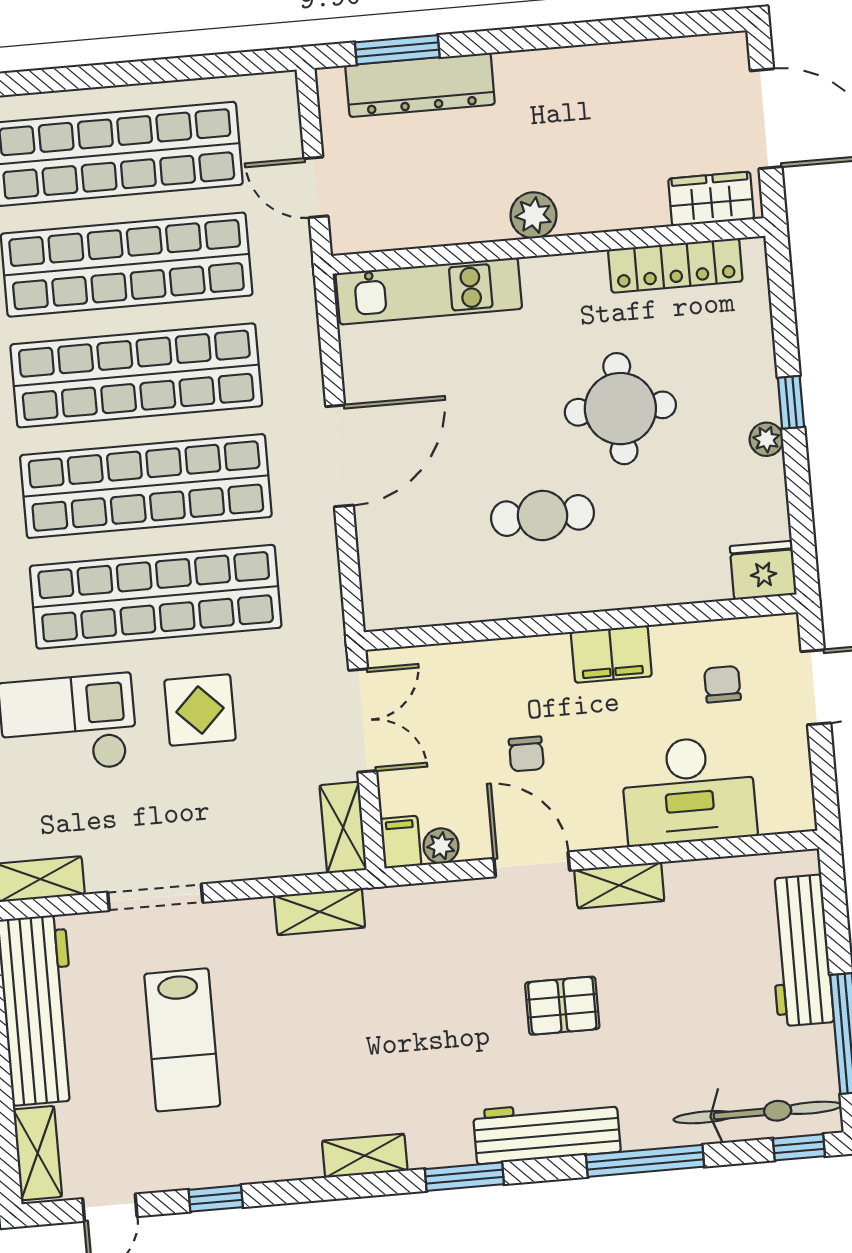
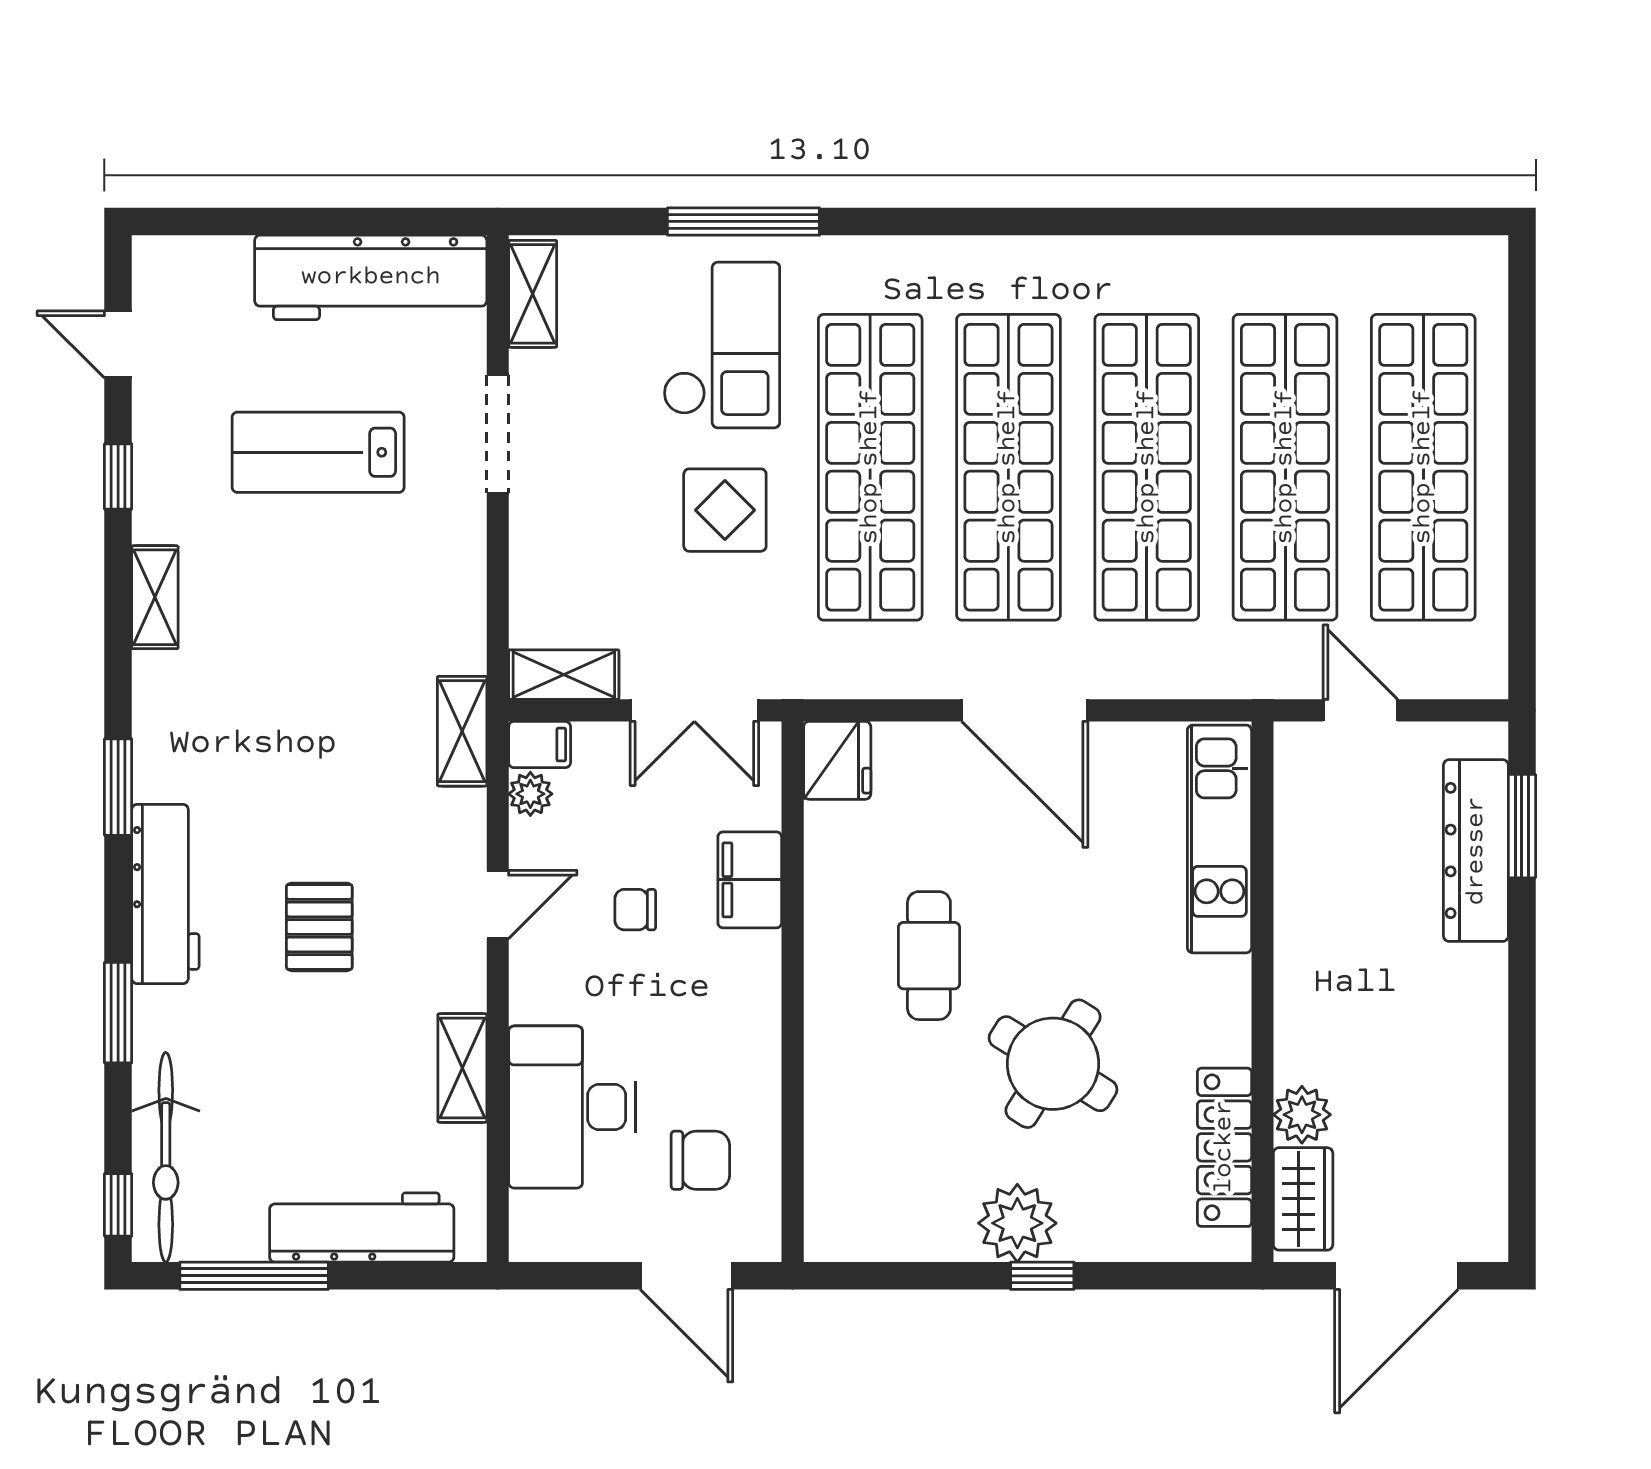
door: (316, 187) -> (1360, 710), hinge flipped
plant: (533, 215) -> (1302, 1115), moved
round table: (620, 409) -> (1053, 1064), turned 32
plant: (766, 439) -> (1017, 1223), width x1.88, depth x1.88
fridge: (763, 570) -> (837, 760), moved
filing cabinet: (611, 654) -> (750, 880), moved
chair: (722, 684) -> (700, 1160), width x1.37, depth x1.37
door: (532, 864) -> (498, 904), width x0.73
shelving: (619, 885) -> (462, 1068), moved
shelving: (320, 912) -> (462, 731), moved
shelving: (38, 1153) -> (193, 261), removed
shelving: (365, 1156) -> (155, 597), moved
window: (645, 1161) -> (118, 1013), width x0.69

